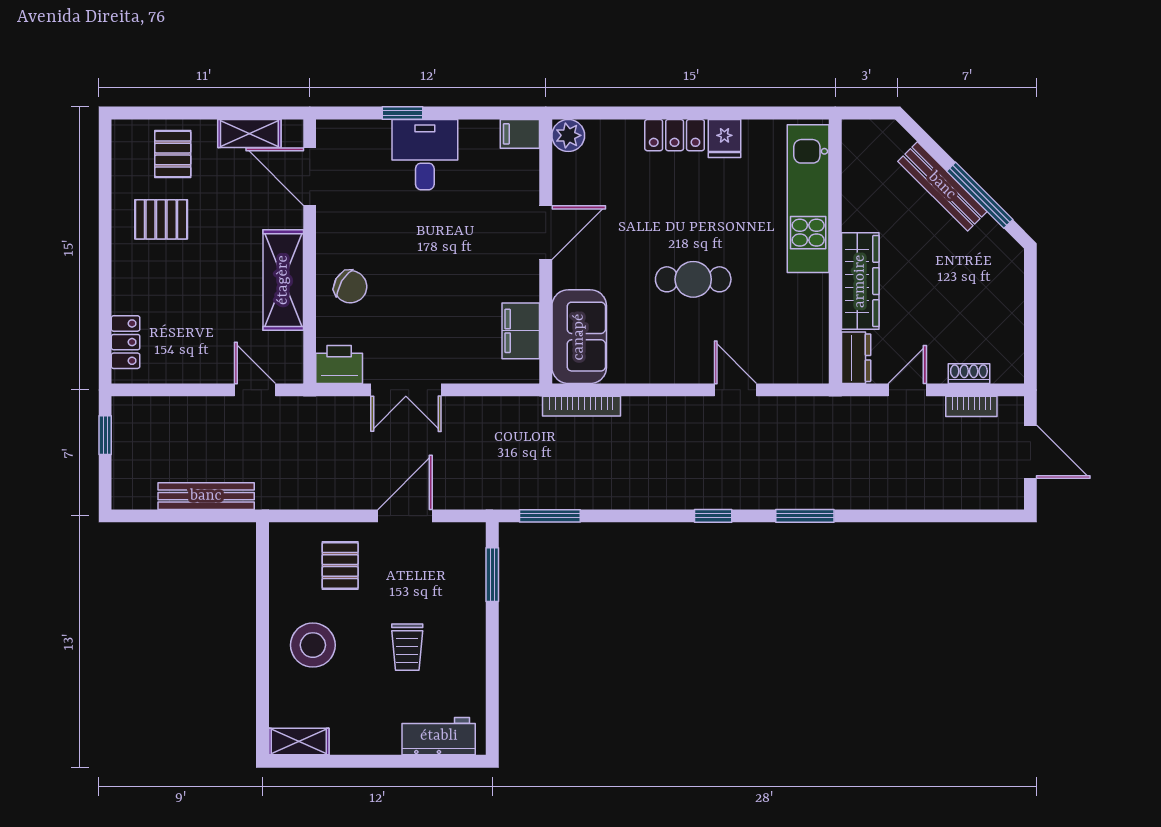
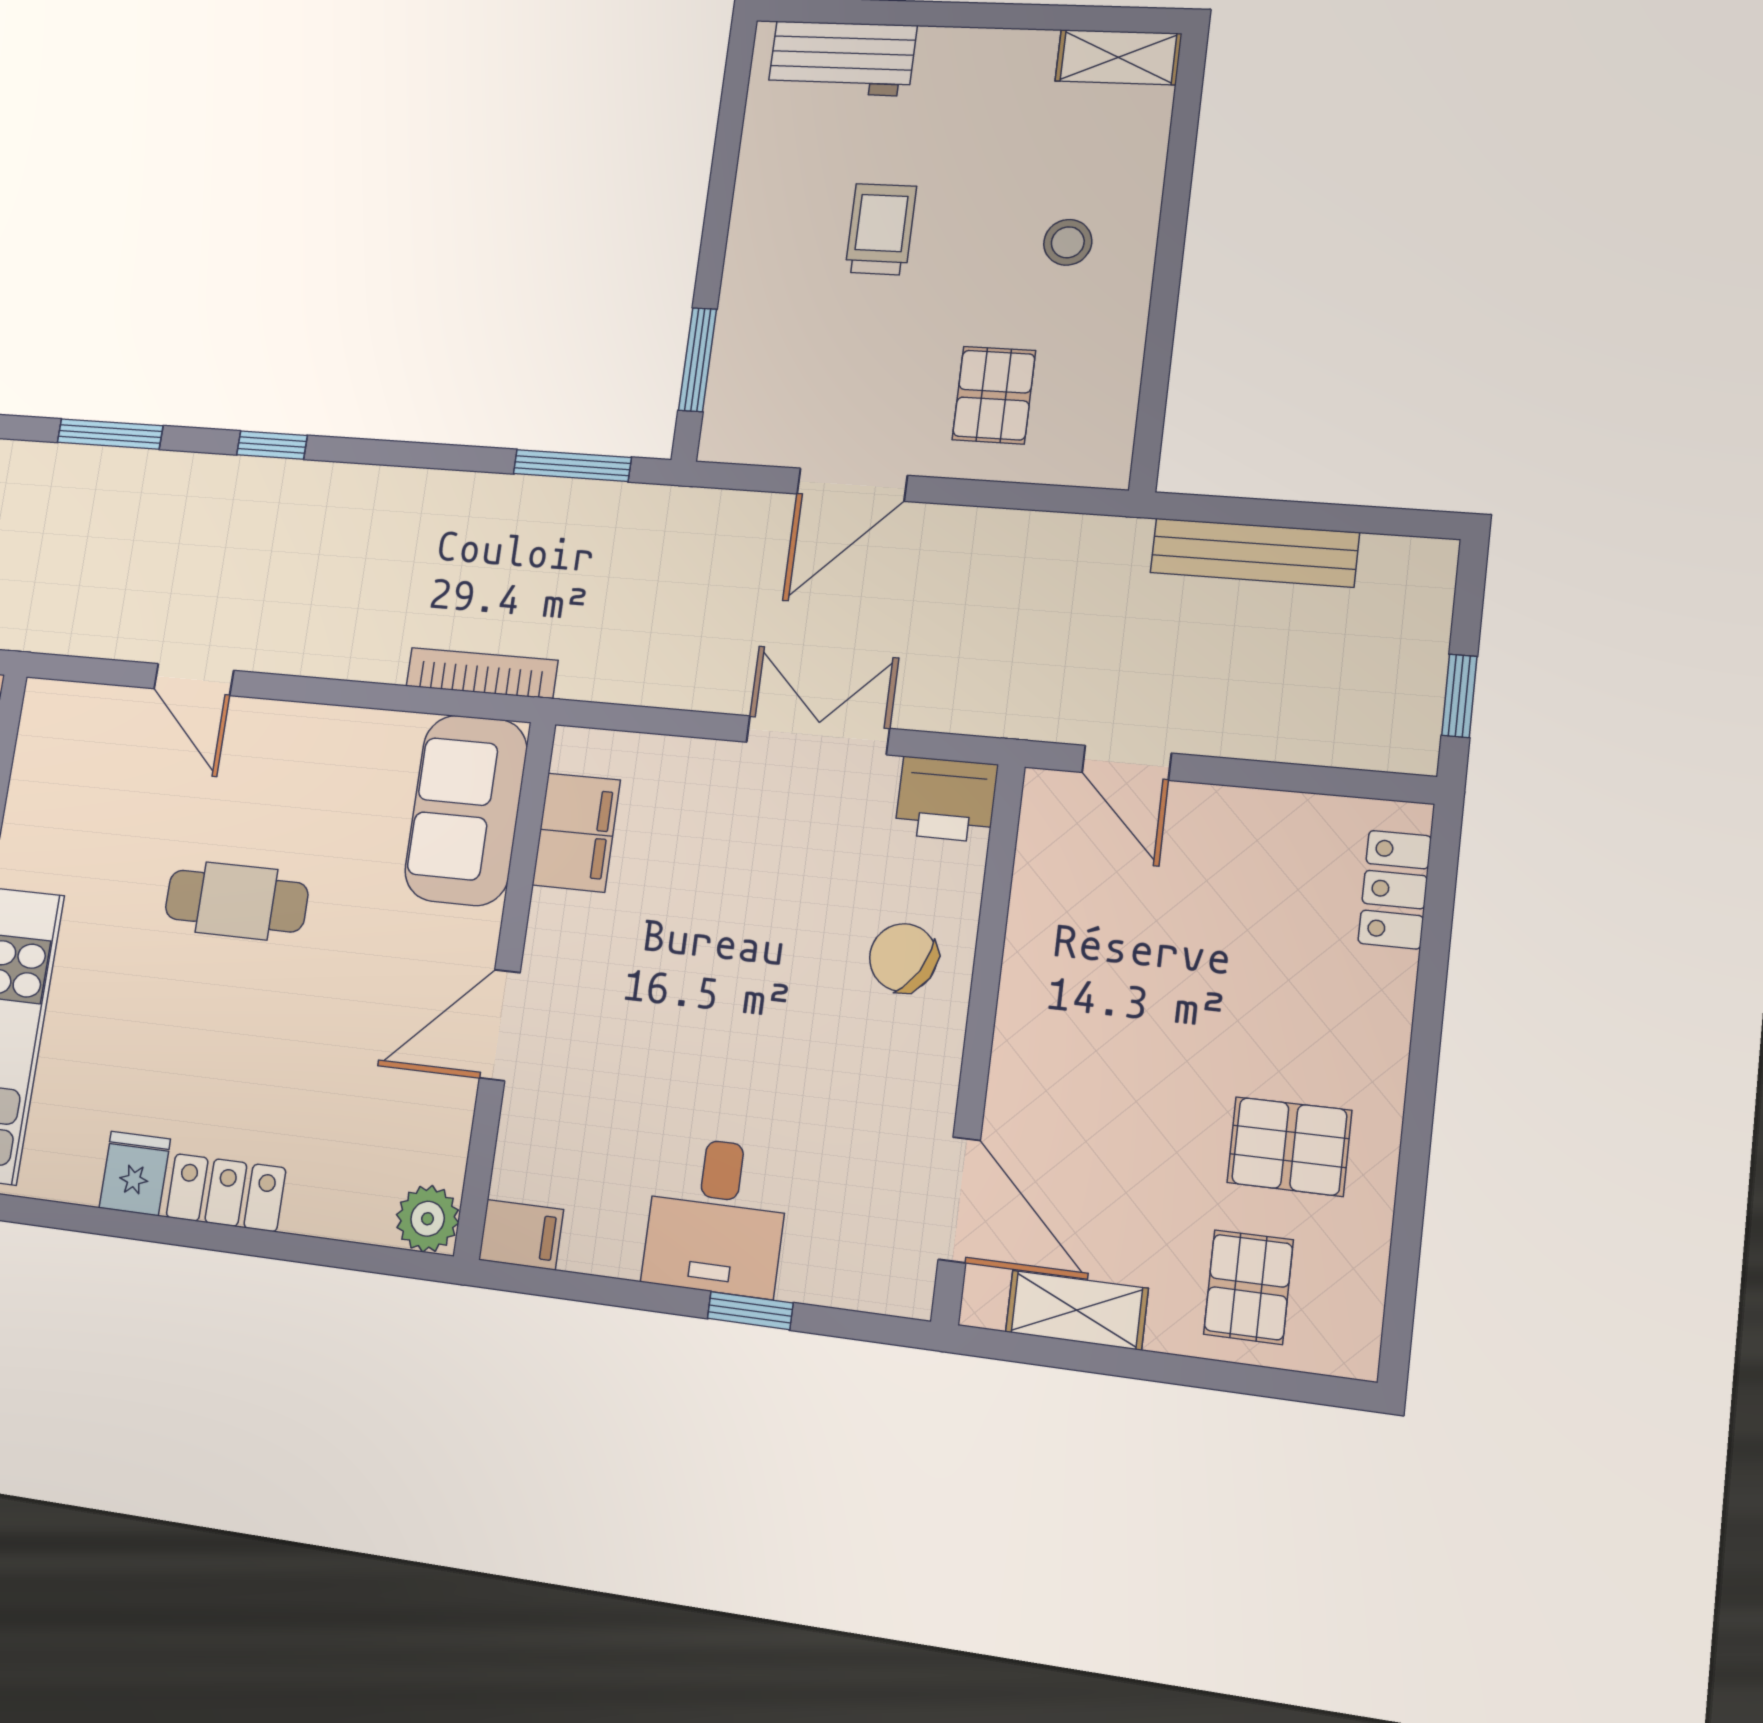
shelving: (283, 280) -> (1041, 986), removed
stool: (313, 645) -> (1068, 242), width x0.53, depth x0.53

